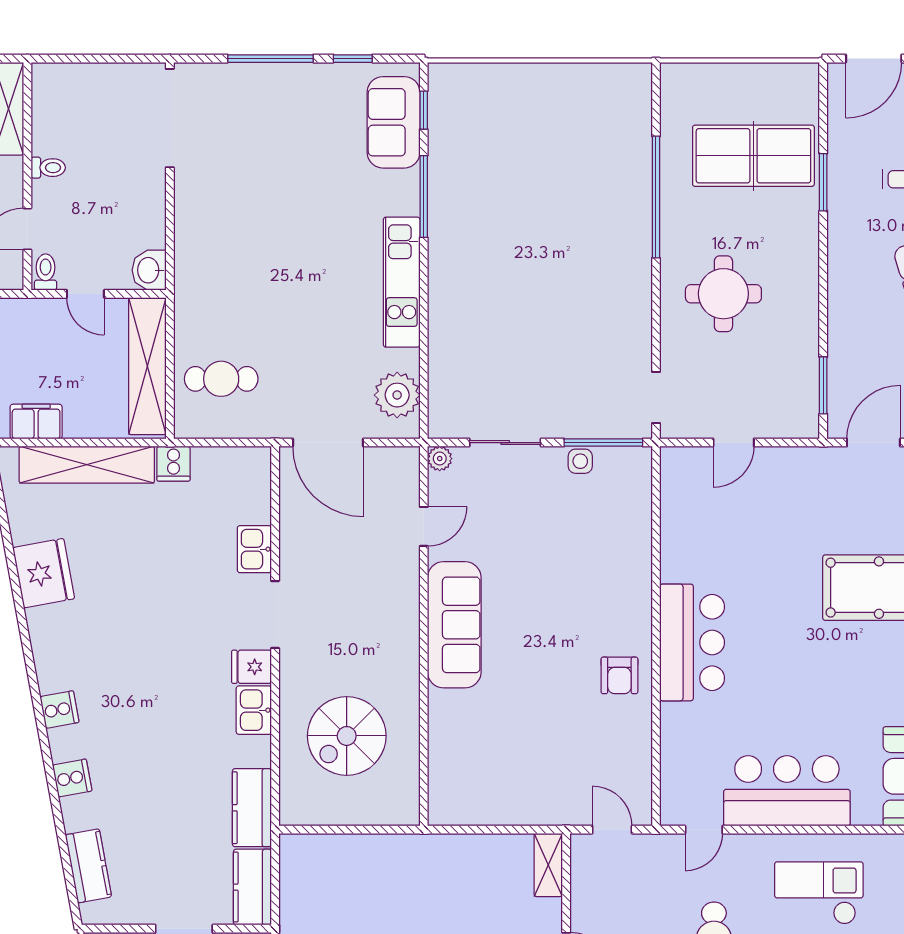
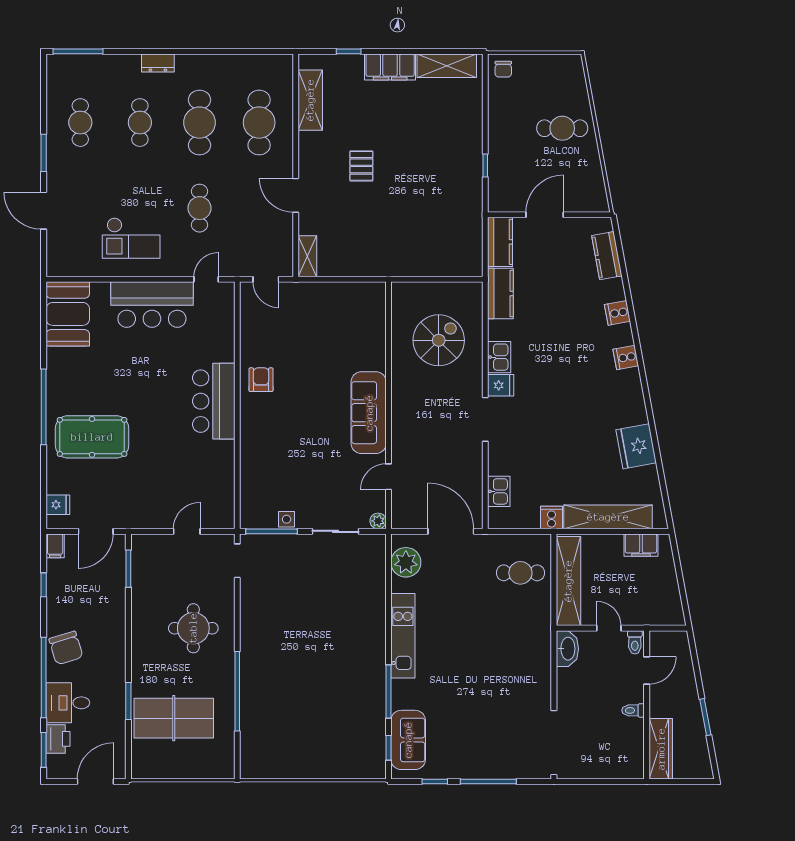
washbasin: (149, 270) -> (567, 649), width x1.38
kitchen sink: (254, 549) -> (499, 491), moved

